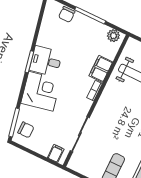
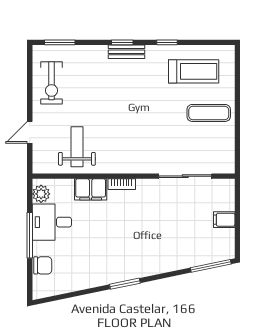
desk: (46, 61) -> (52, 222), moved, turned 102
corner desk: (41, 91) -> (155, 251), removed
chair: (26, 130) -> (213, 247), removed
filing cabinet: (56, 153) -> (224, 220), moved

